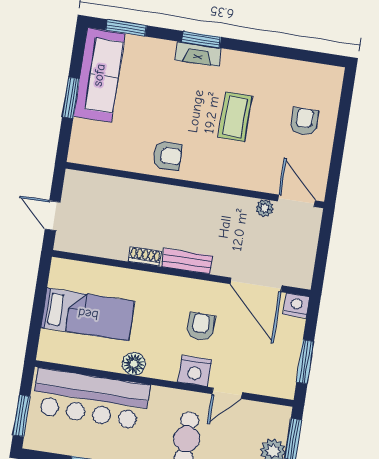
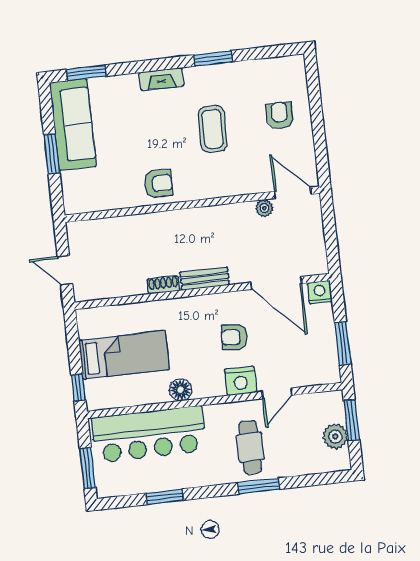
window: (201, 39) -> (213, 58), moved
armchair: (201, 327) -> (234, 337), turned -85
window: (34, 334) -> (78, 387), added

